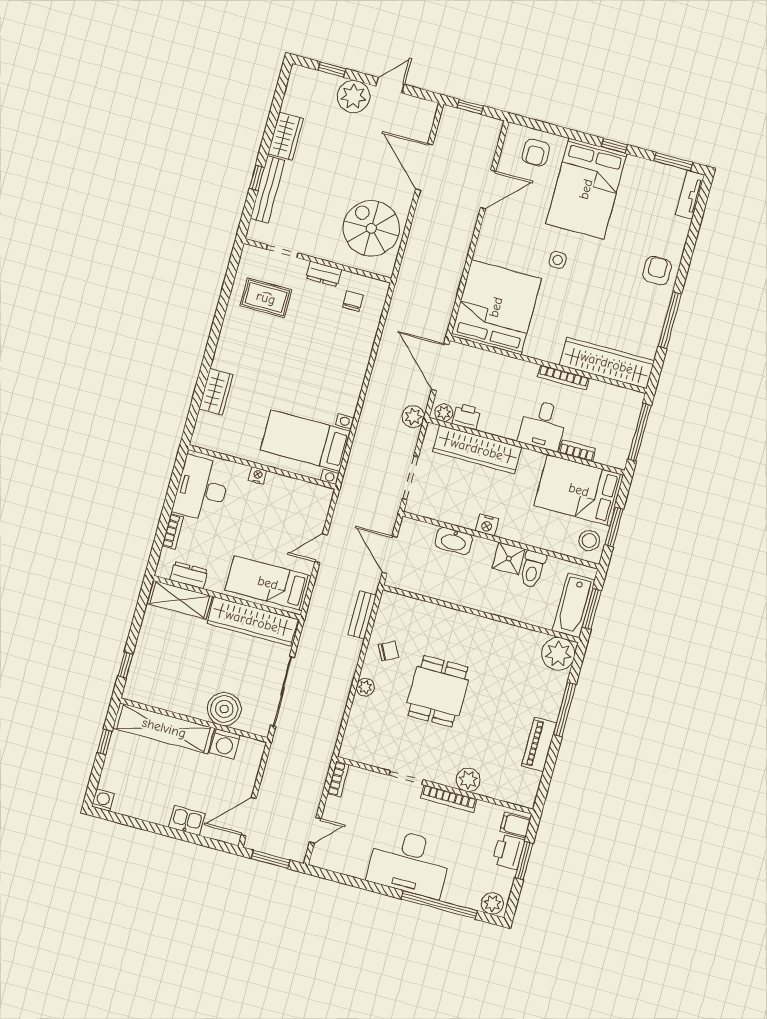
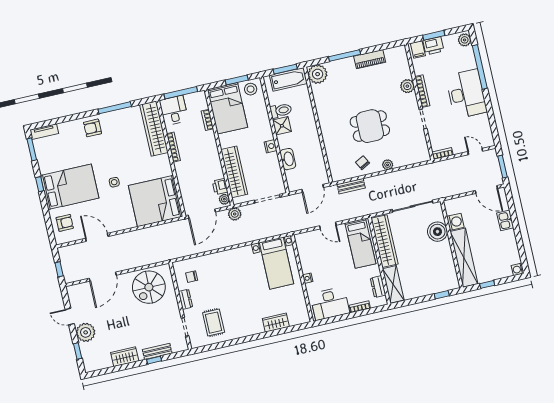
bench: (268, 189) -> (157, 351), width x0.73
desk: (543, 425) -> (174, 110), moved, turned -90

